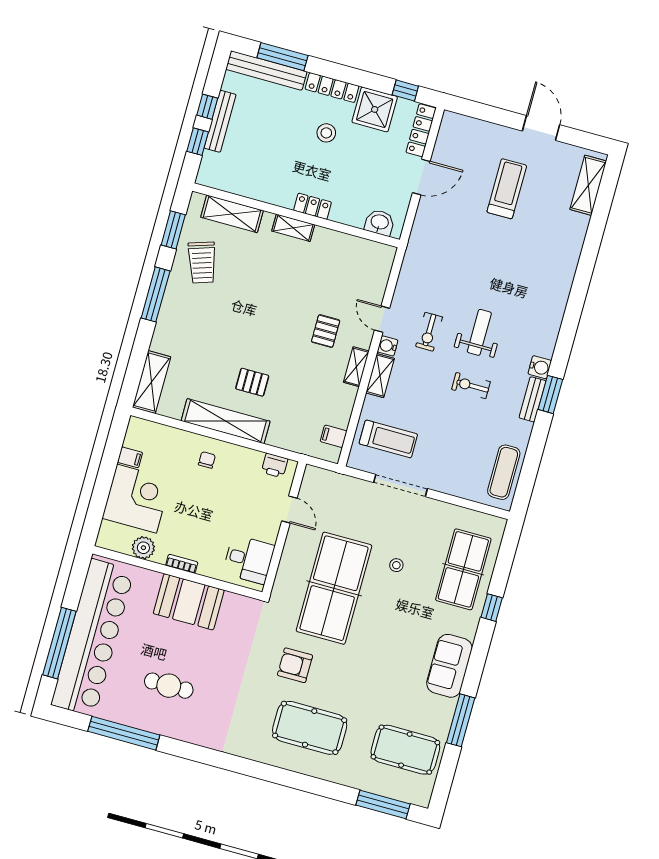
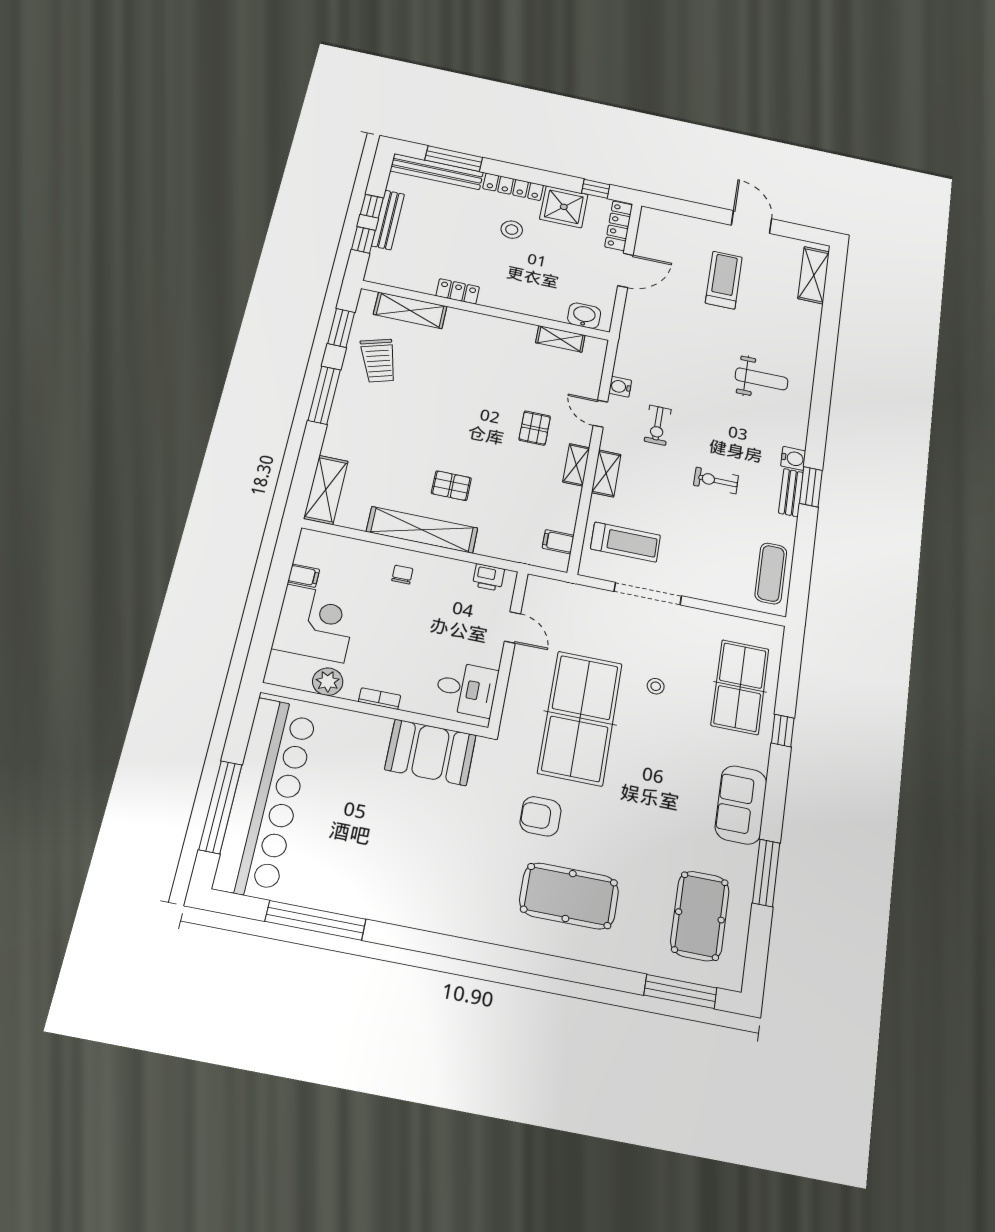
locker: (313, 206) -> (458, 291), moved
shelving: (293, 228) -> (560, 339), moved
weight bench: (479, 332) -> (761, 379), moved, turned 90
water cooler: (388, 346) -> (620, 387), moved
booth: (189, 602) -> (430, 752), moved
cafe table: (169, 686) -> (374, 853), removed
pool table: (405, 750) -> (700, 916), turned 90

